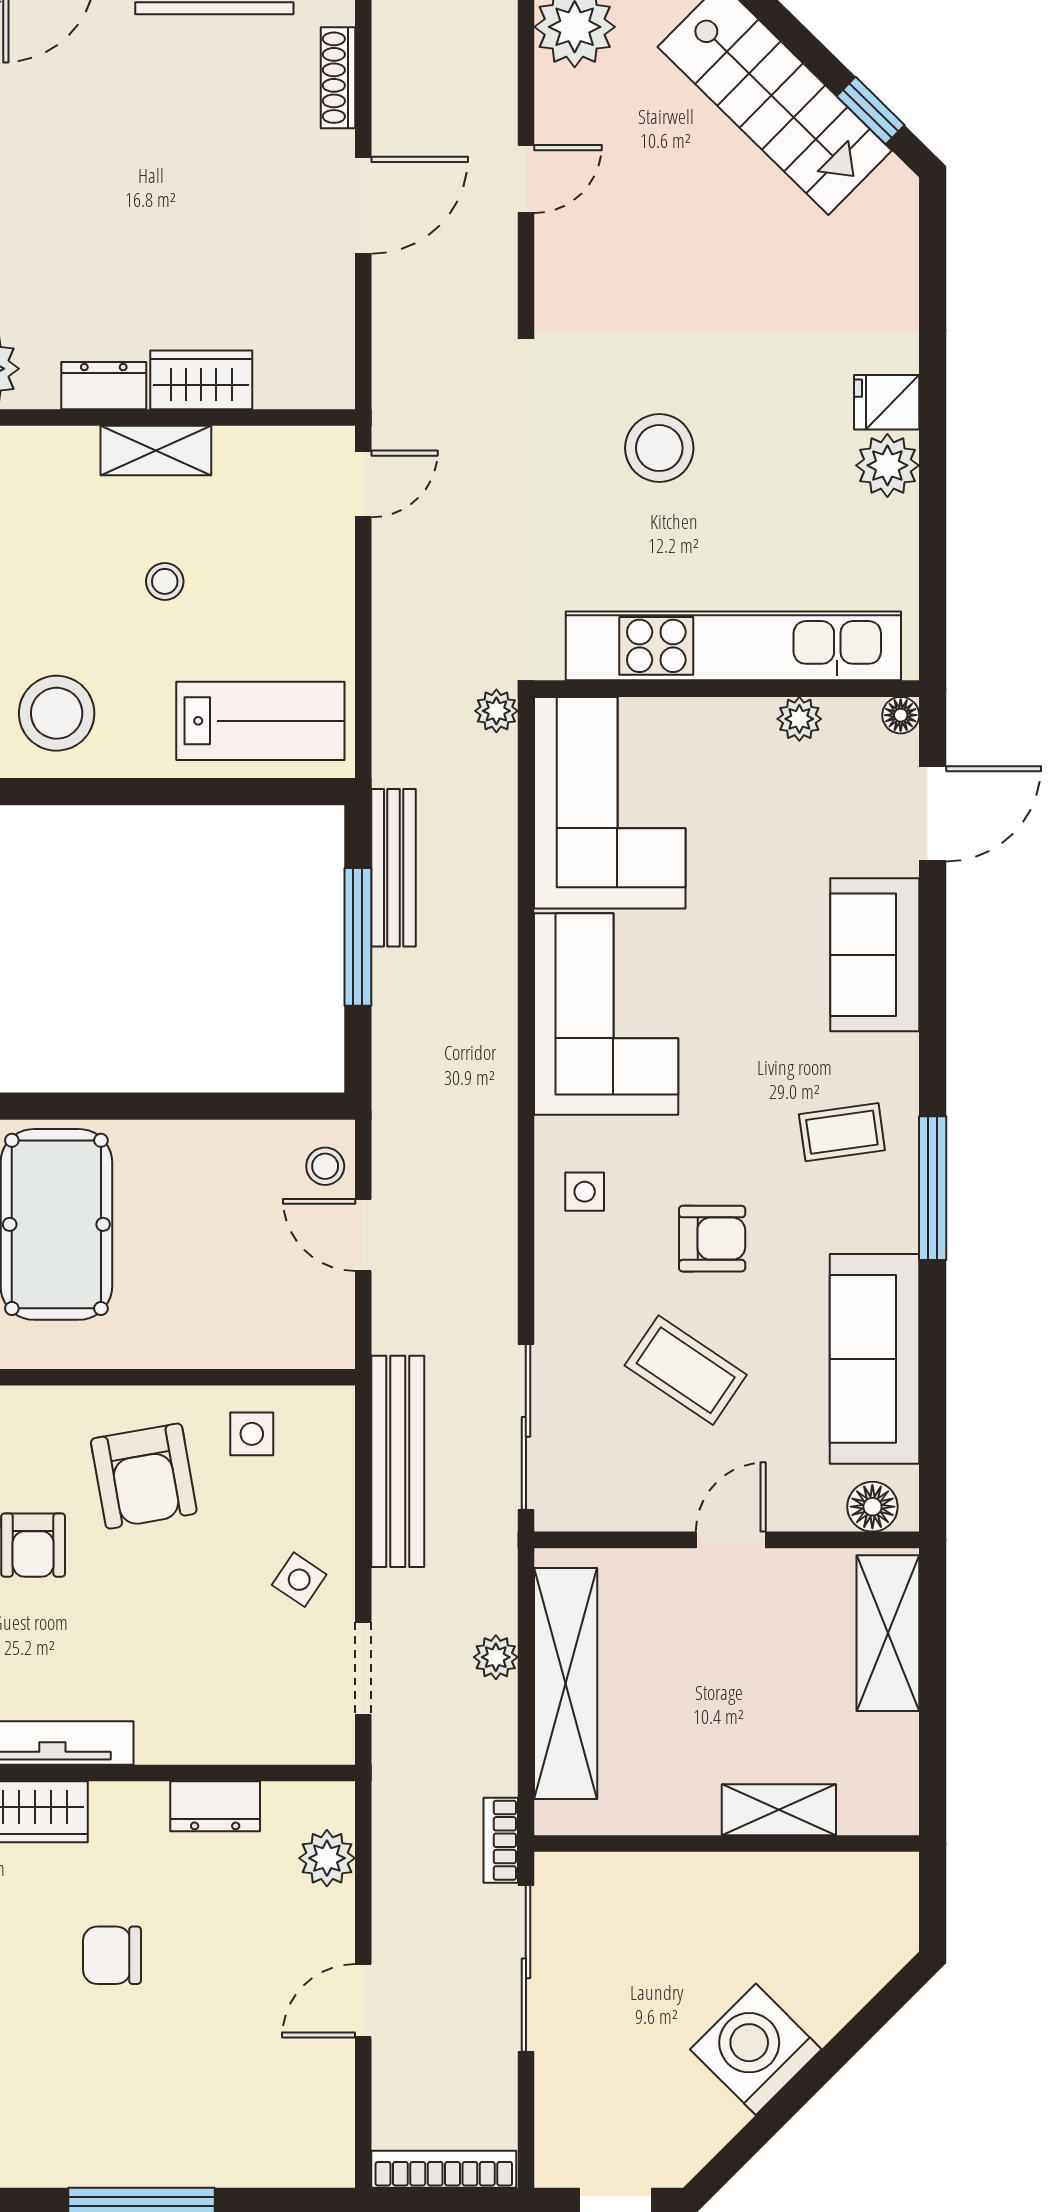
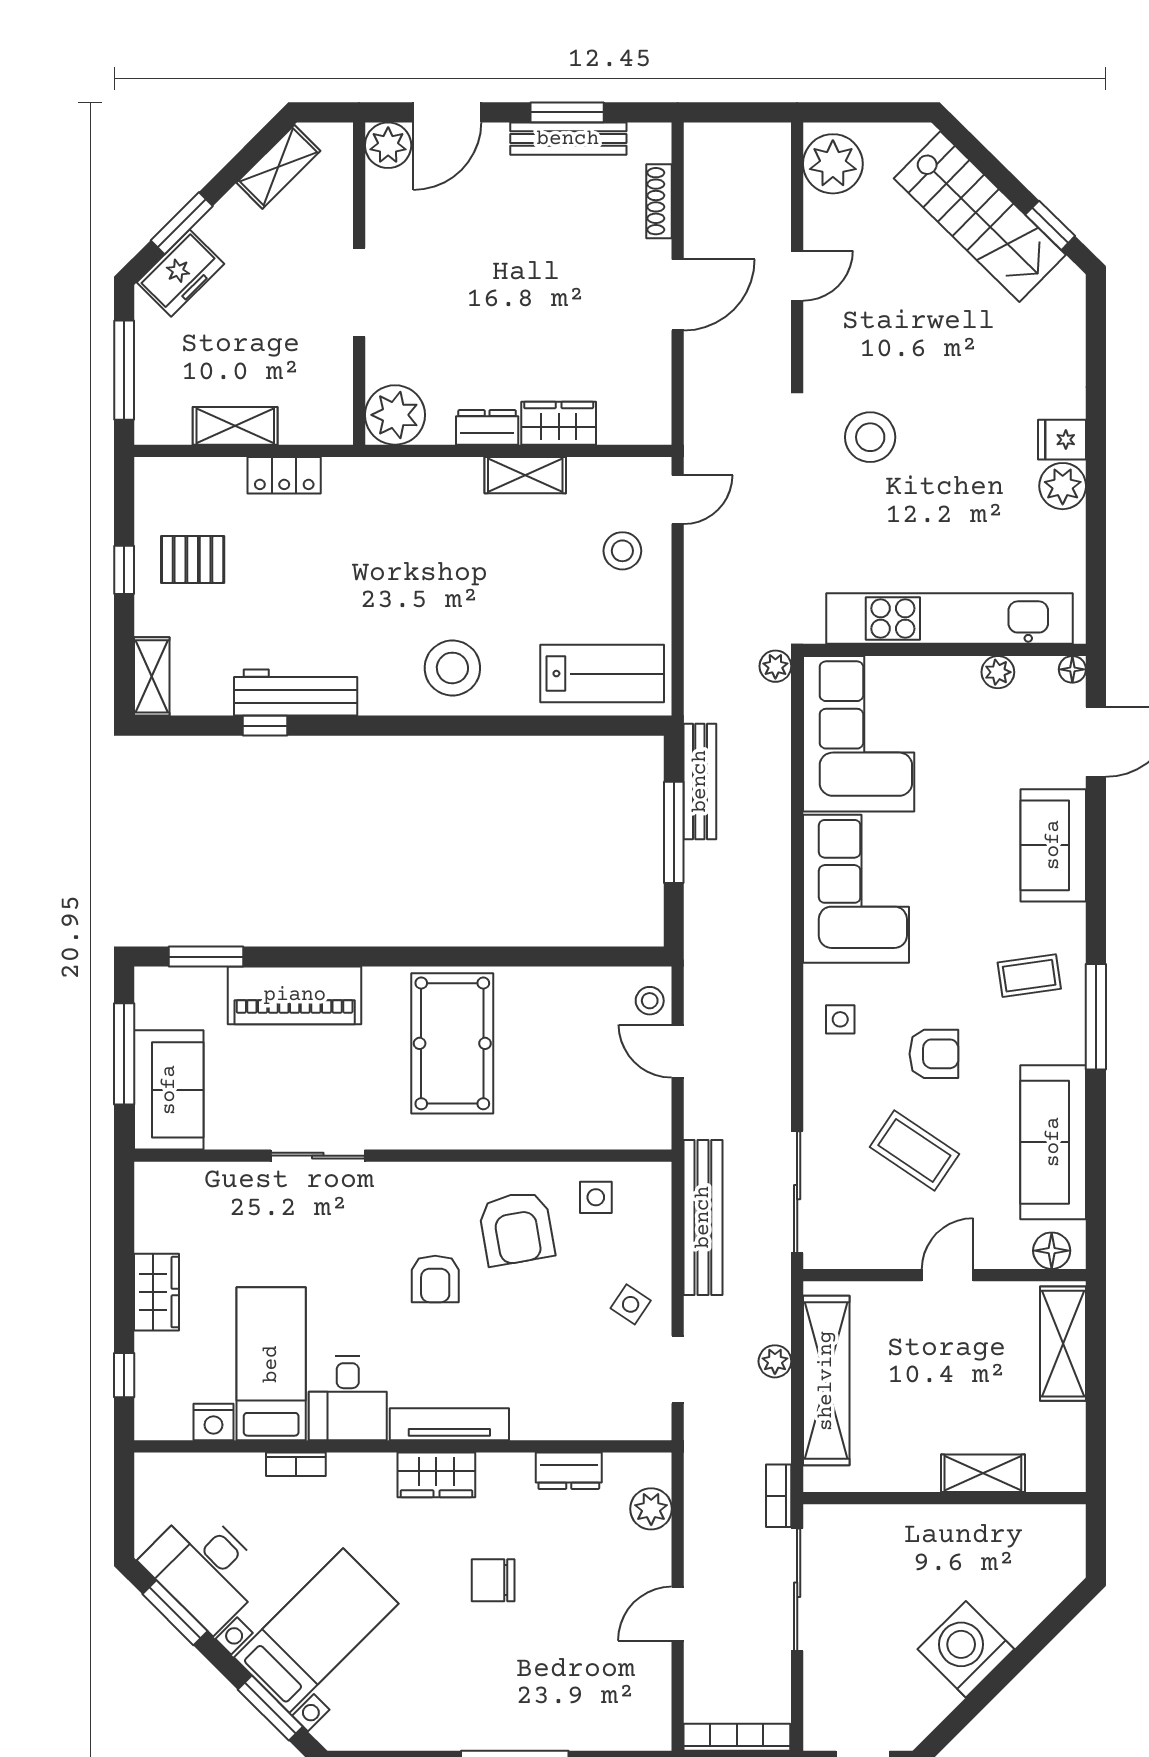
stool: (659, 448) -> (870, 437), moved
stool: (165, 581) -> (622, 551), moved, width x1.37, depth x1.37

